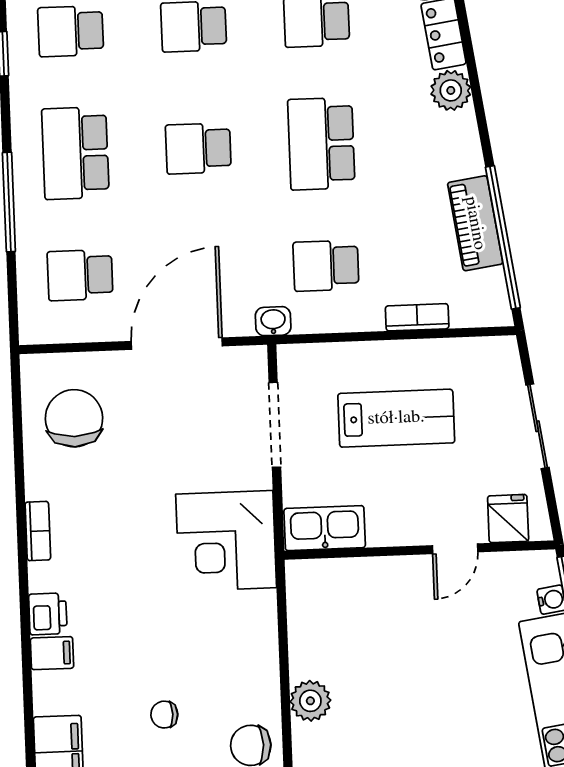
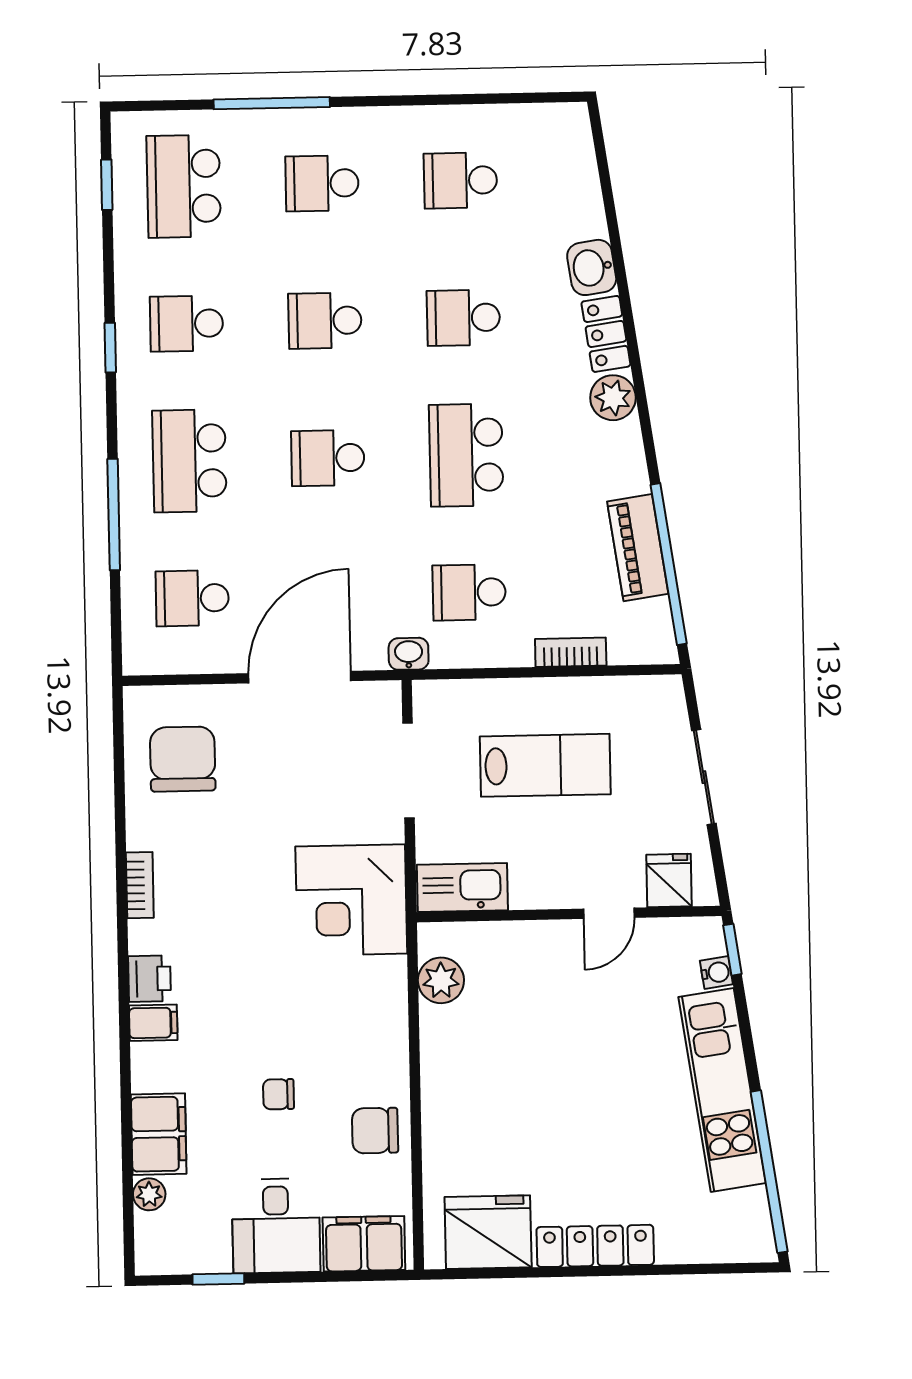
plant: (310, 701) -> (441, 980), moved

